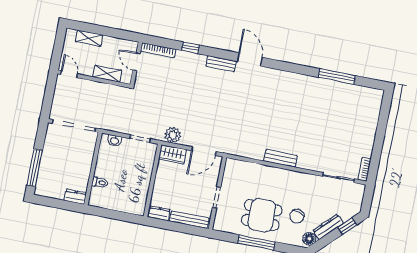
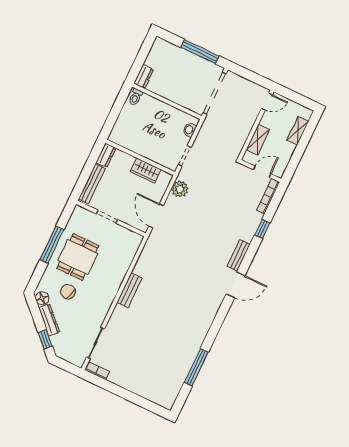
wardrobe: (173, 154) -> (146, 171), moved, turned -90
window: (35, 168) -> (200, 52), moved
toilet: (100, 182) -> (136, 97), moved

